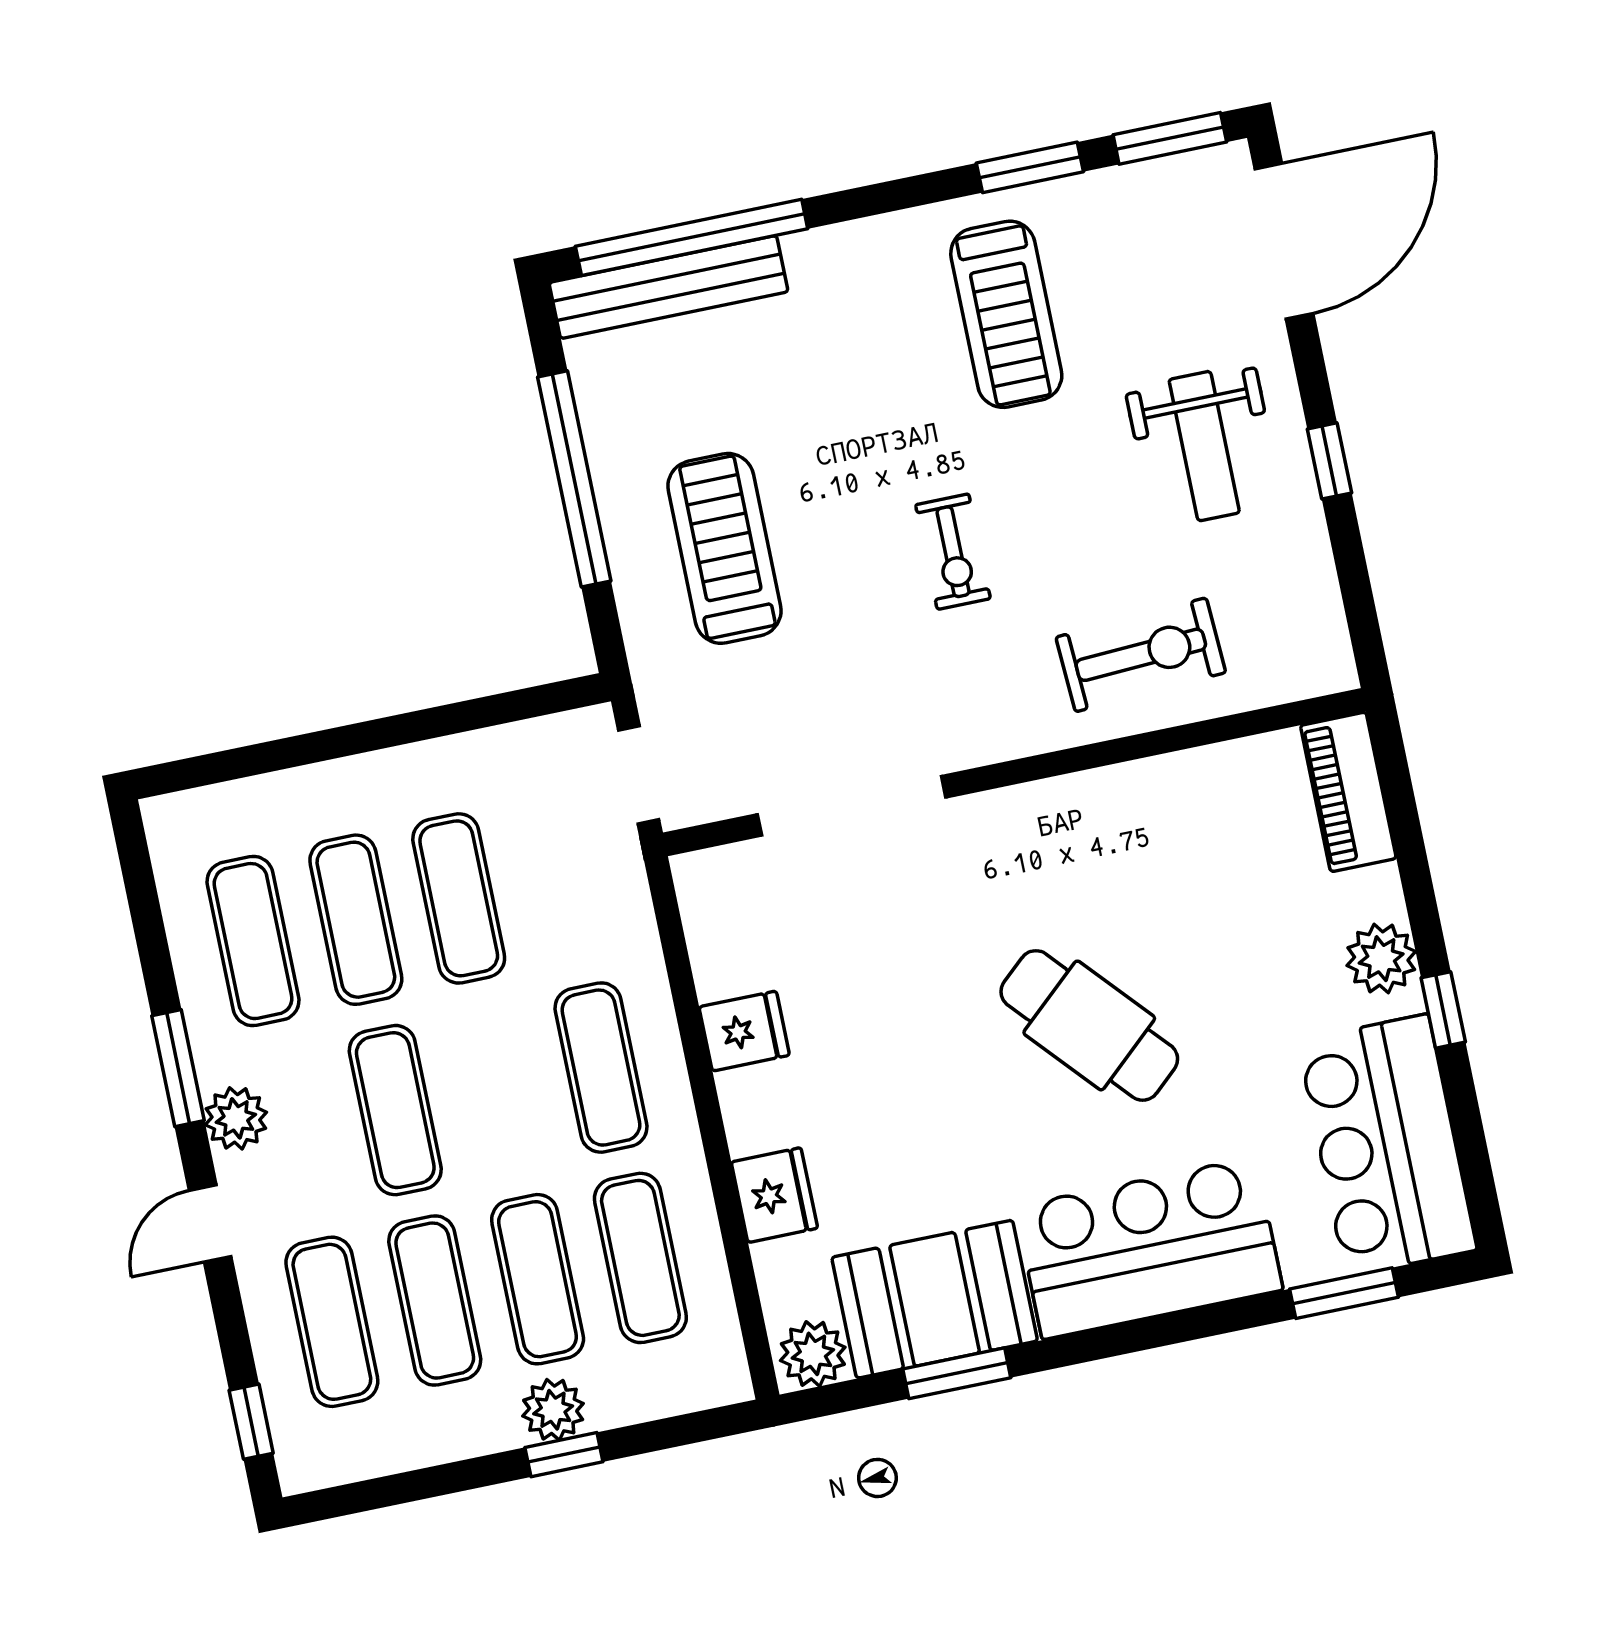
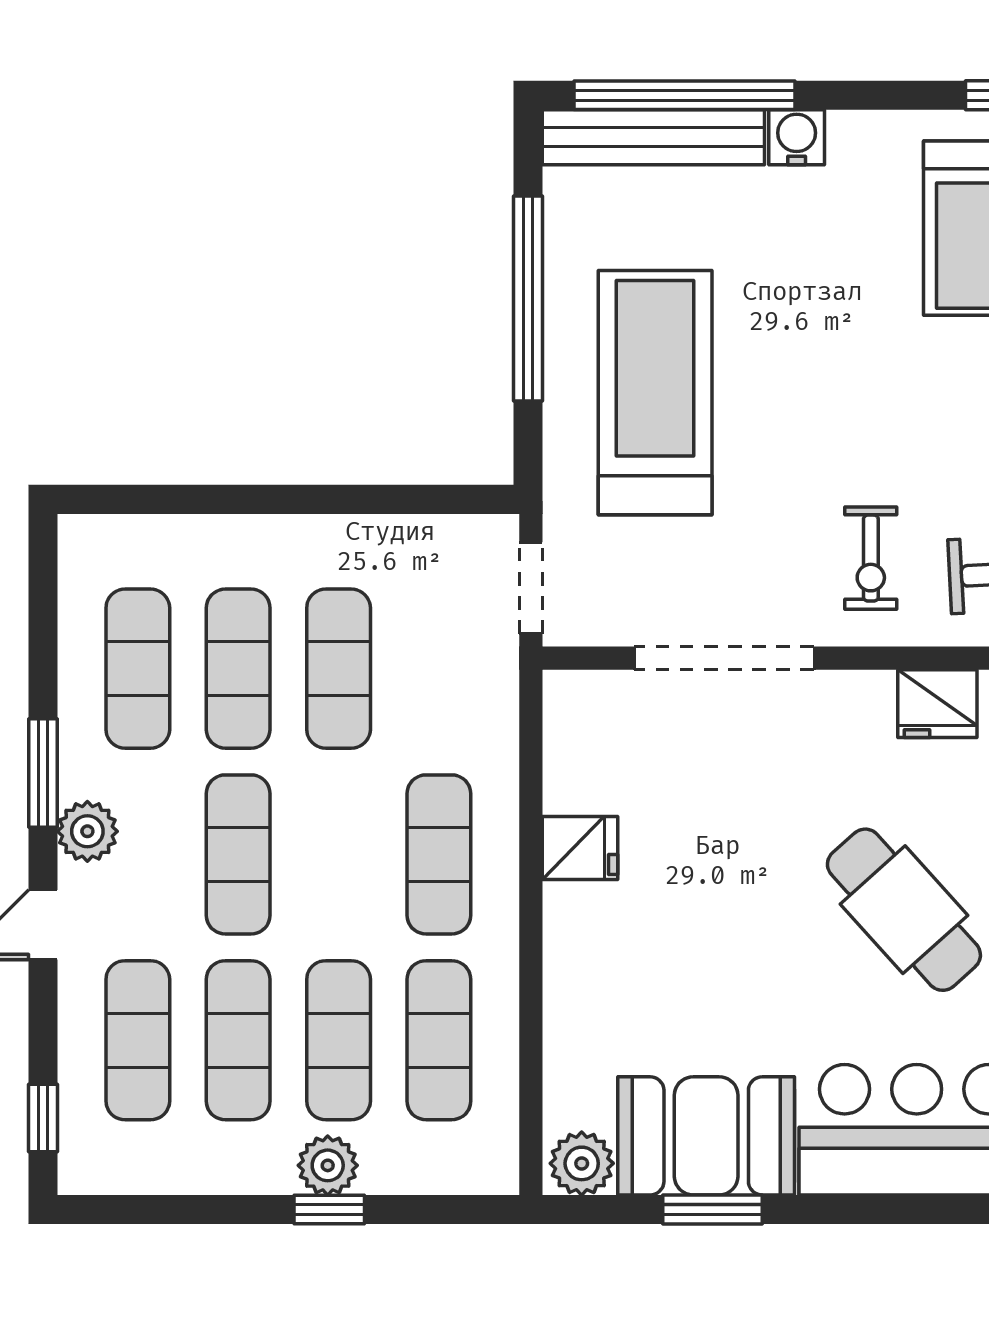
water cooler: (815, 257) -> (797, 137), added
treadmill: (724, 548) -> (655, 393), width x1.37, depth x1.38
exercise bike: (953, 552) -> (871, 558), moved
fridge: (774, 1195) -> (937, 704), moved, turned 90

